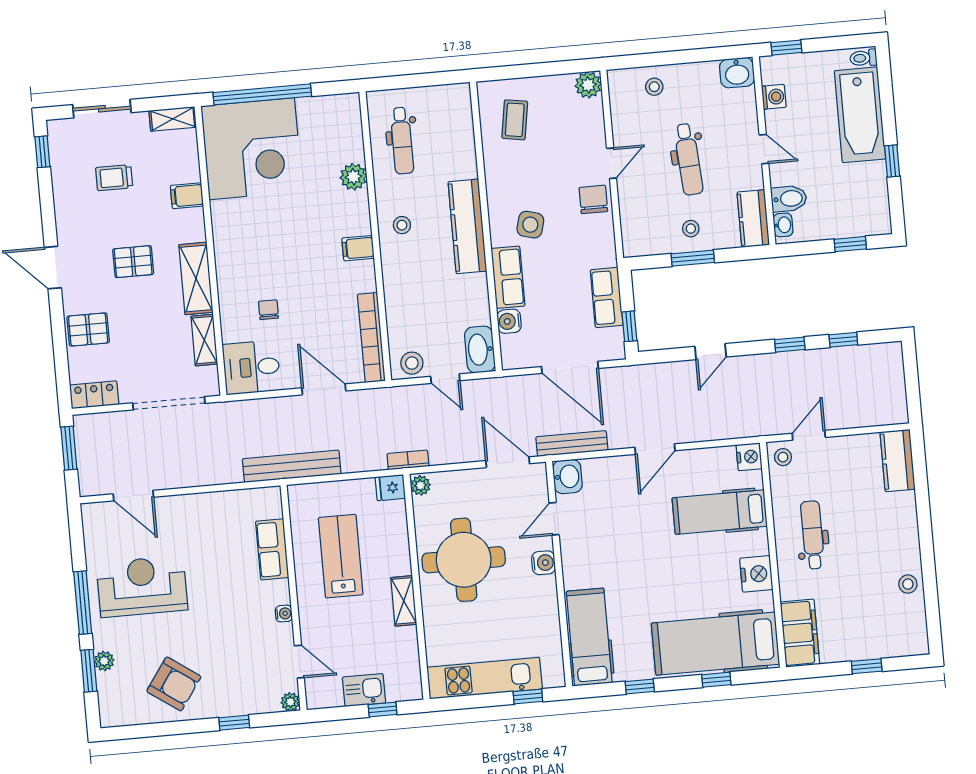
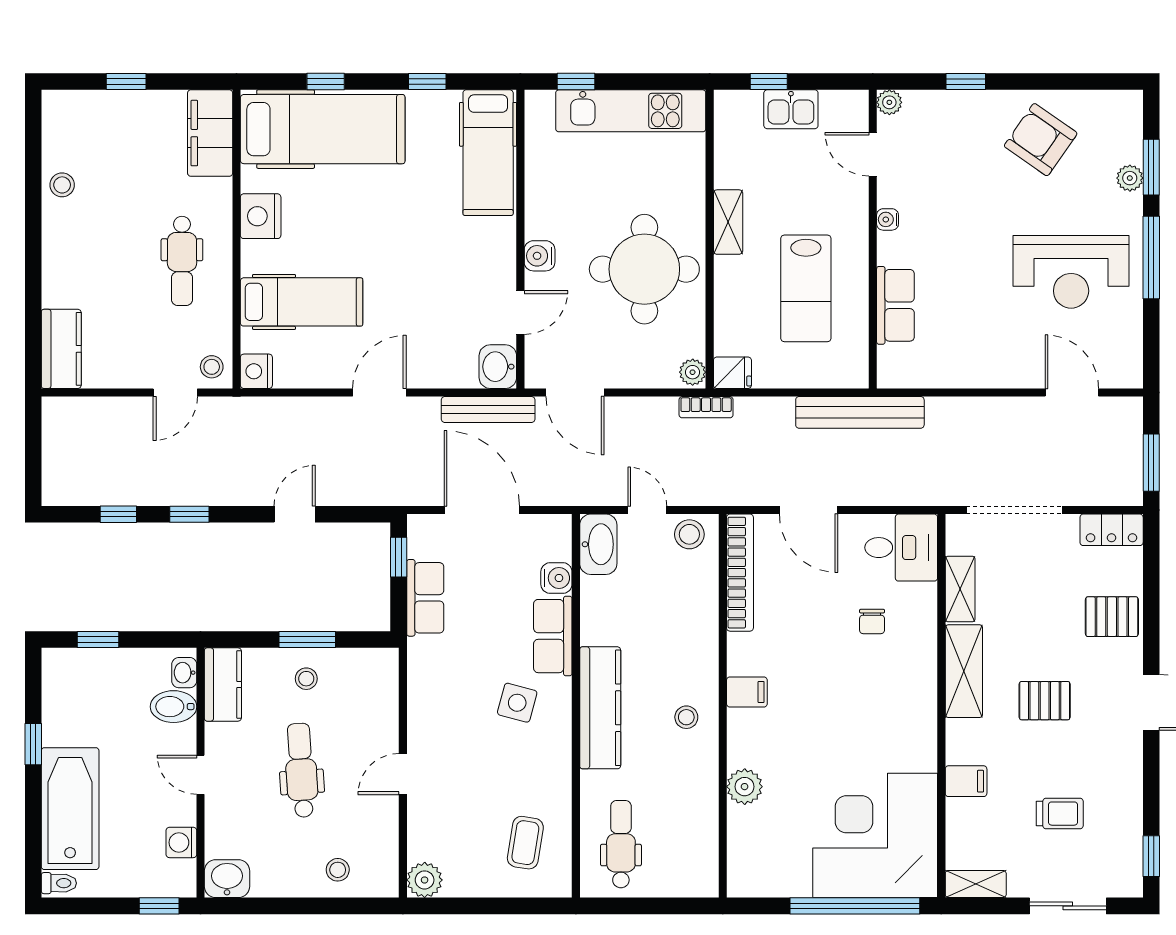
dental chair: (402, 141) -> (621, 844), moved
chair: (593, 199) -> (431, 728), removed

